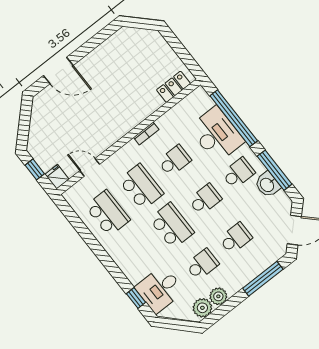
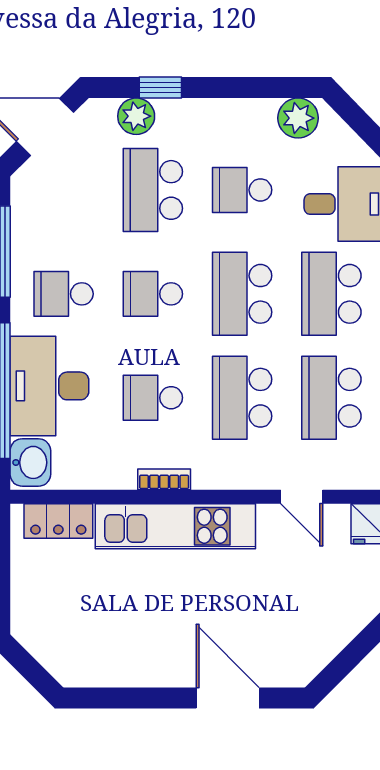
kitchen unit: (128, 119) -> (175, 526), added
washbasin: (267, 185) -> (30, 462), moved
school desk: (235, 238) -> (153, 190), width x1.85
school desk: (138, 252) -> (331, 294), added
window: (263, 279) -> (160, 87), width x0.46
plant: (218, 296) -> (136, 116), moved

